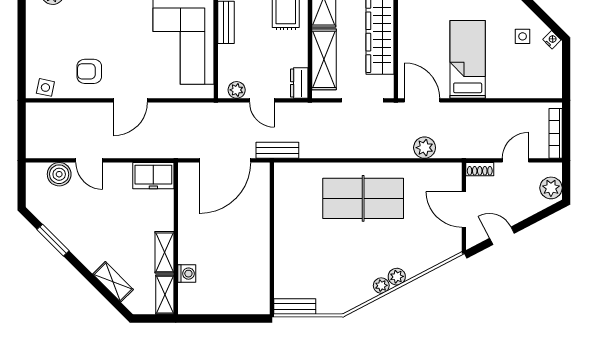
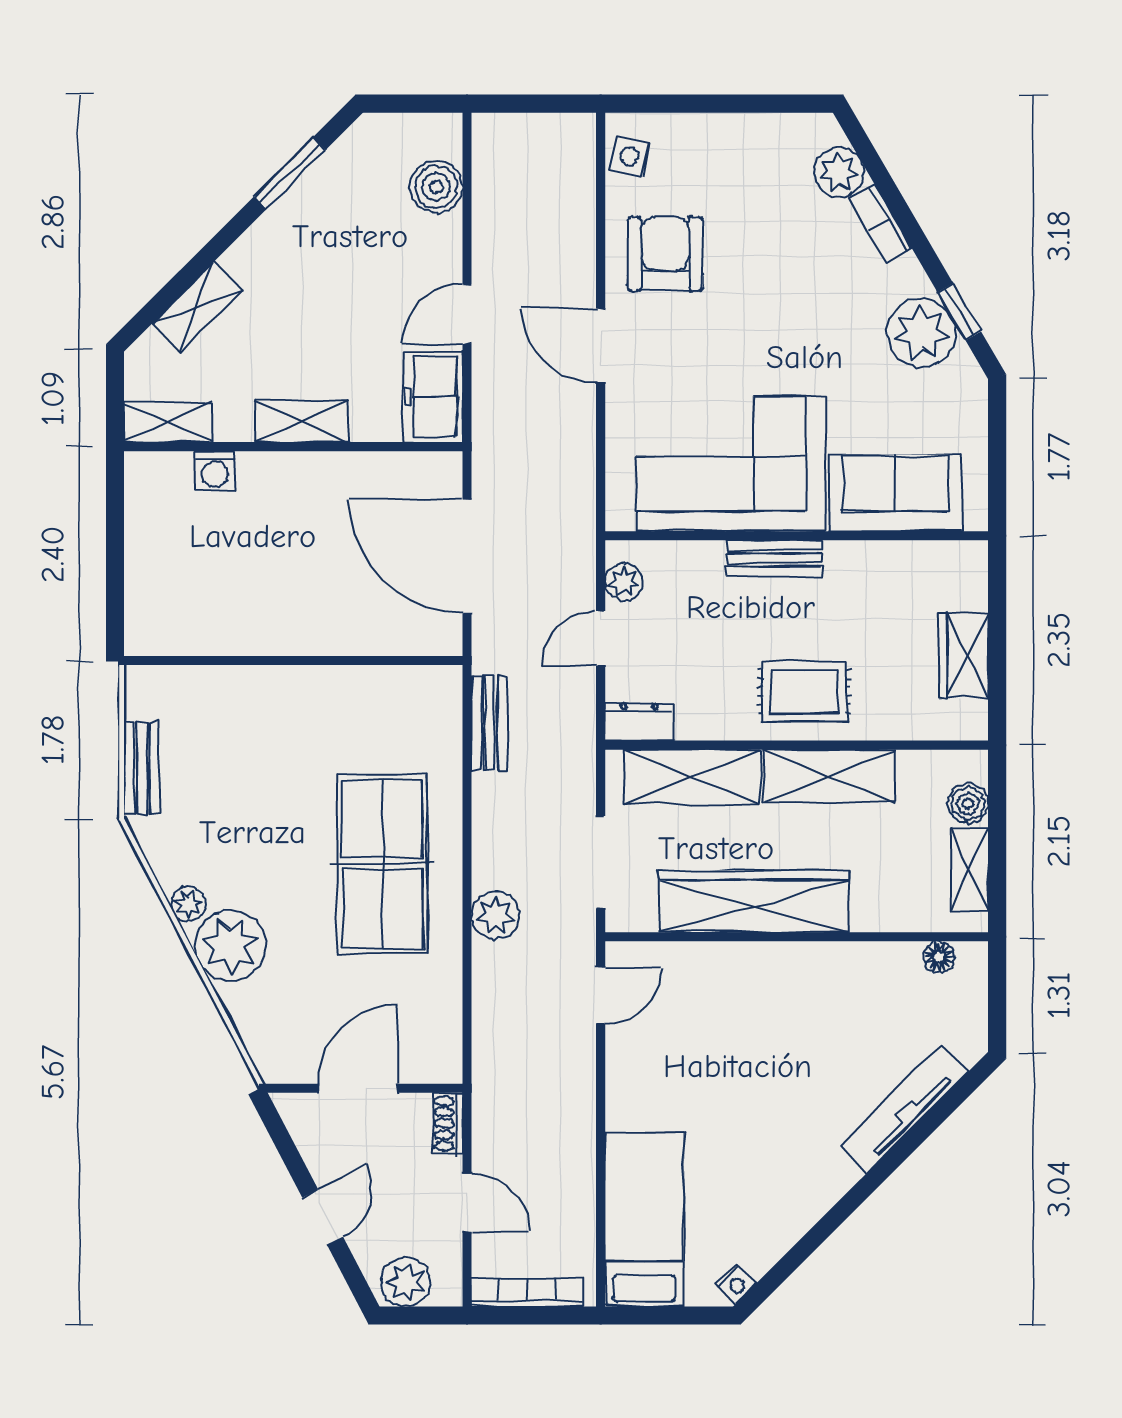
side table: (523, 36) -> (743, 1219), removed
bed: (468, 59) -> (644, 1220), moved, turned -90
armchair: (89, 71) -> (665, 254), width x1.38, depth x1.38
door: (422, 100) -> (601, 995), width x0.73
plant: (425, 148) -> (495, 915), moved
bench: (277, 150) -> (489, 723), moved
door: (89, 160) -> (467, 314), moved
door: (502, 236) -> (323, 1217), moved
shelving: (164, 252) -> (302, 421), moved
plant: (397, 277) -> (231, 946), width x1.88, depth x1.88
bench: (295, 307) -> (142, 769), moved

